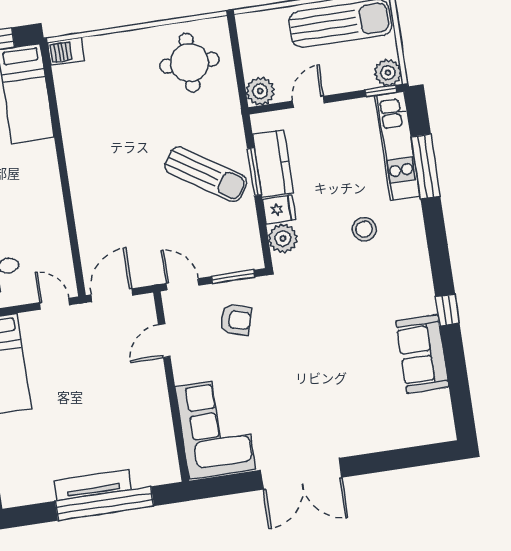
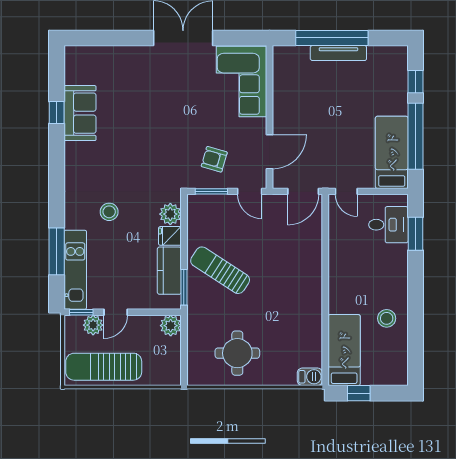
round table: (189, 63) -> (237, 353), moved
plant: (388, 73) -> (93, 325), moved
door: (308, 102) -> (116, 312), moved
window: (254, 172) -> (184, 287), moved
window: (447, 310) -> (57, 113), moved
door: (164, 341) -> (269, 152), width x1.38

